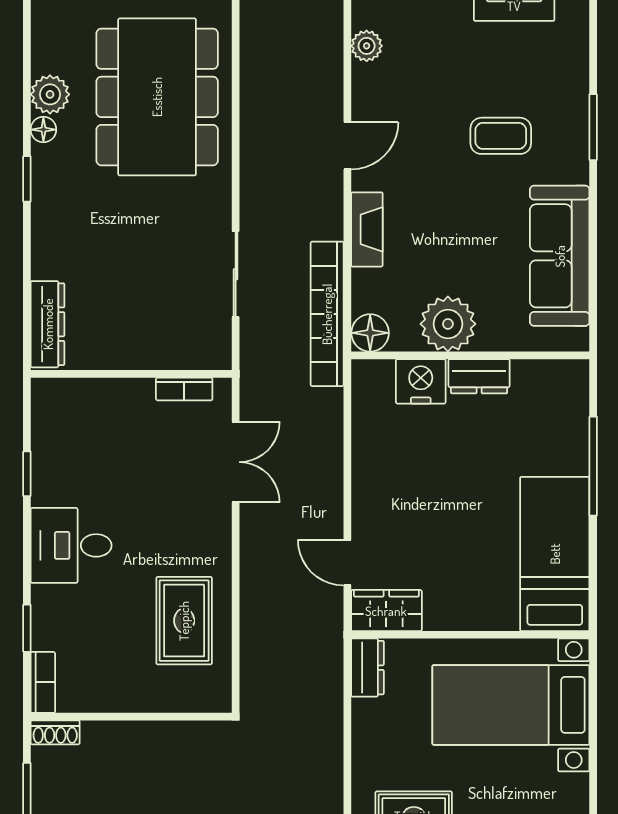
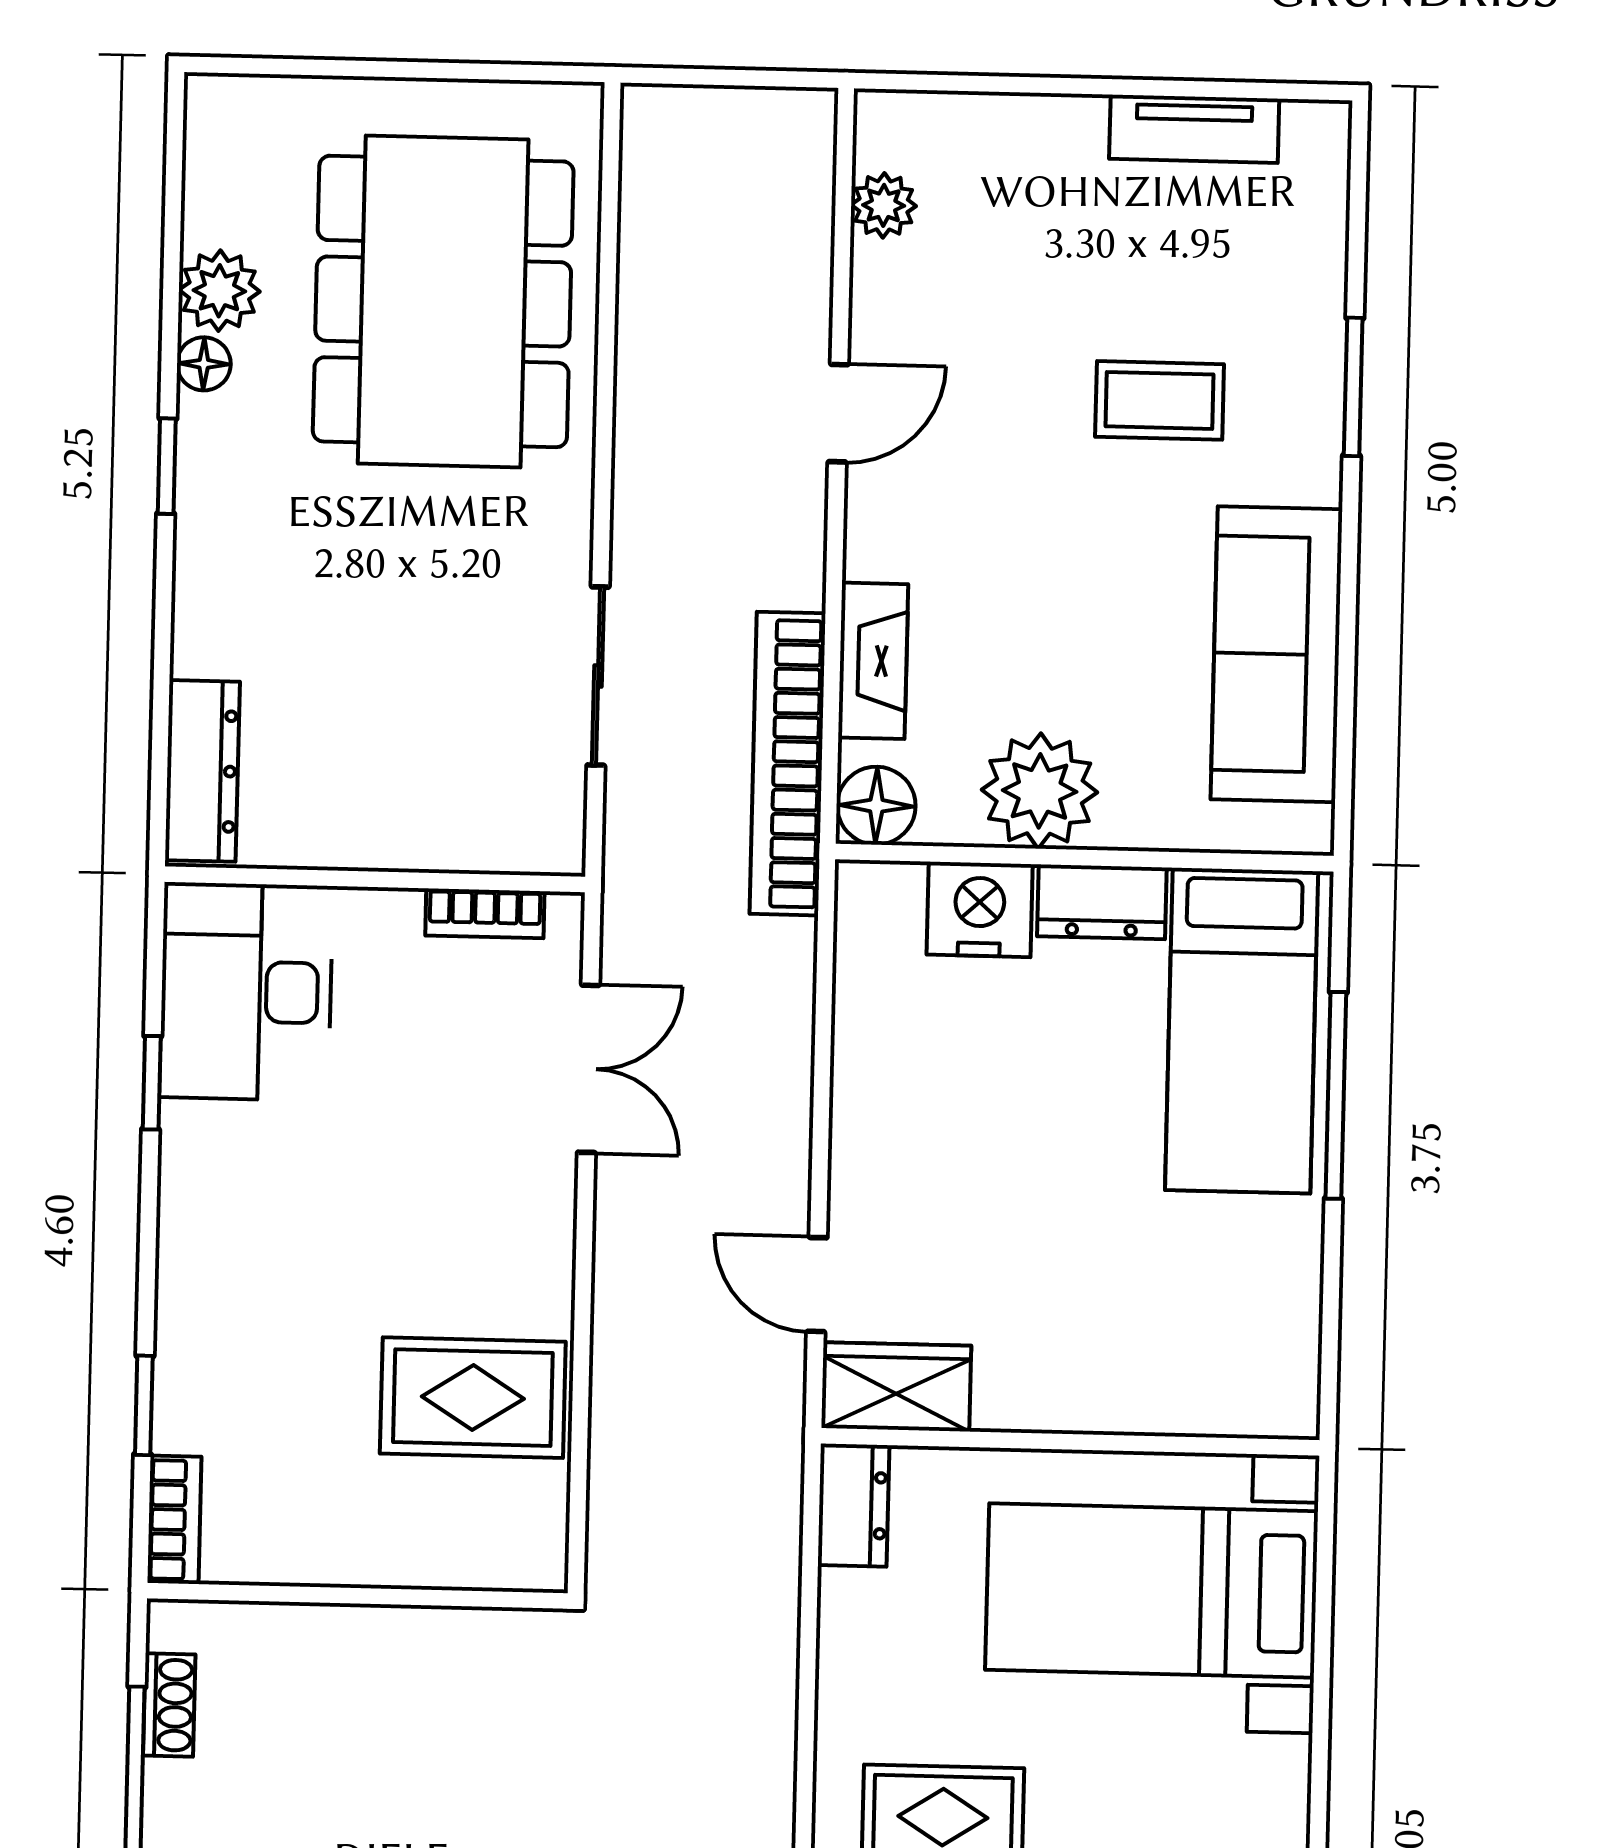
fireplace: (367, 229) -> (873, 661), moved
desk: (71, 545) -> (246, 992), moved, width x1.37
bed: (555, 554) -> (1242, 1031), moved, turned 180
rug: (184, 621) -> (473, 1398), turned 90
shoe rack: (55, 732) -> (169, 1705), moved, turned -90

